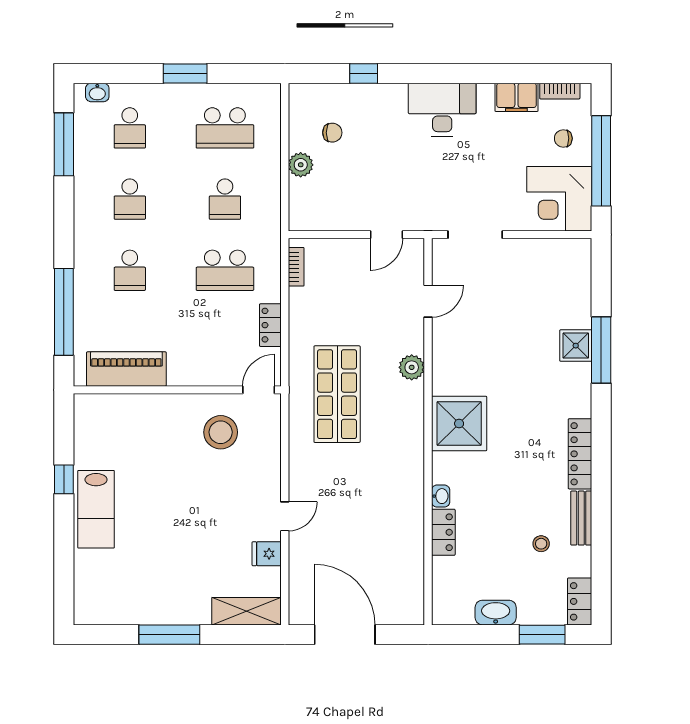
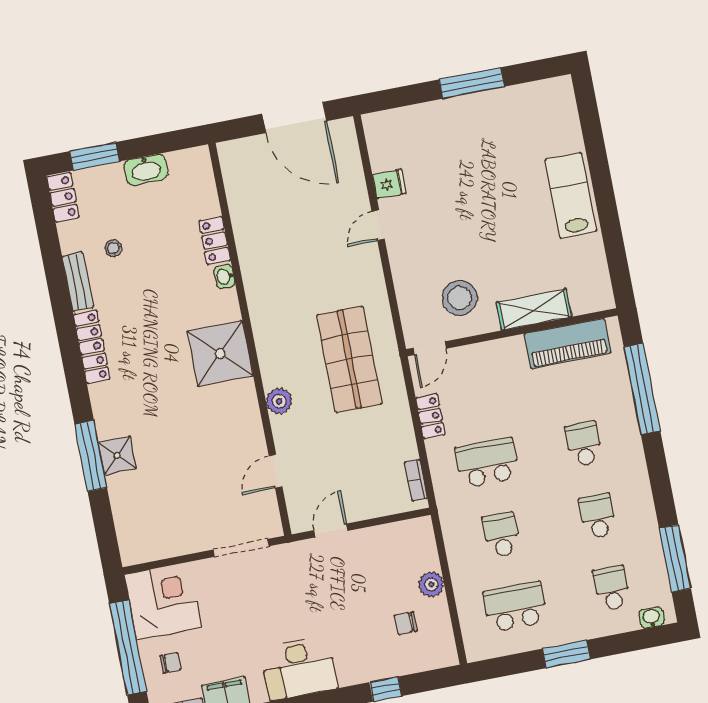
window: (64, 479) -> (609, 219), removed
shelving: (247, 611) -> (534, 310), moved

